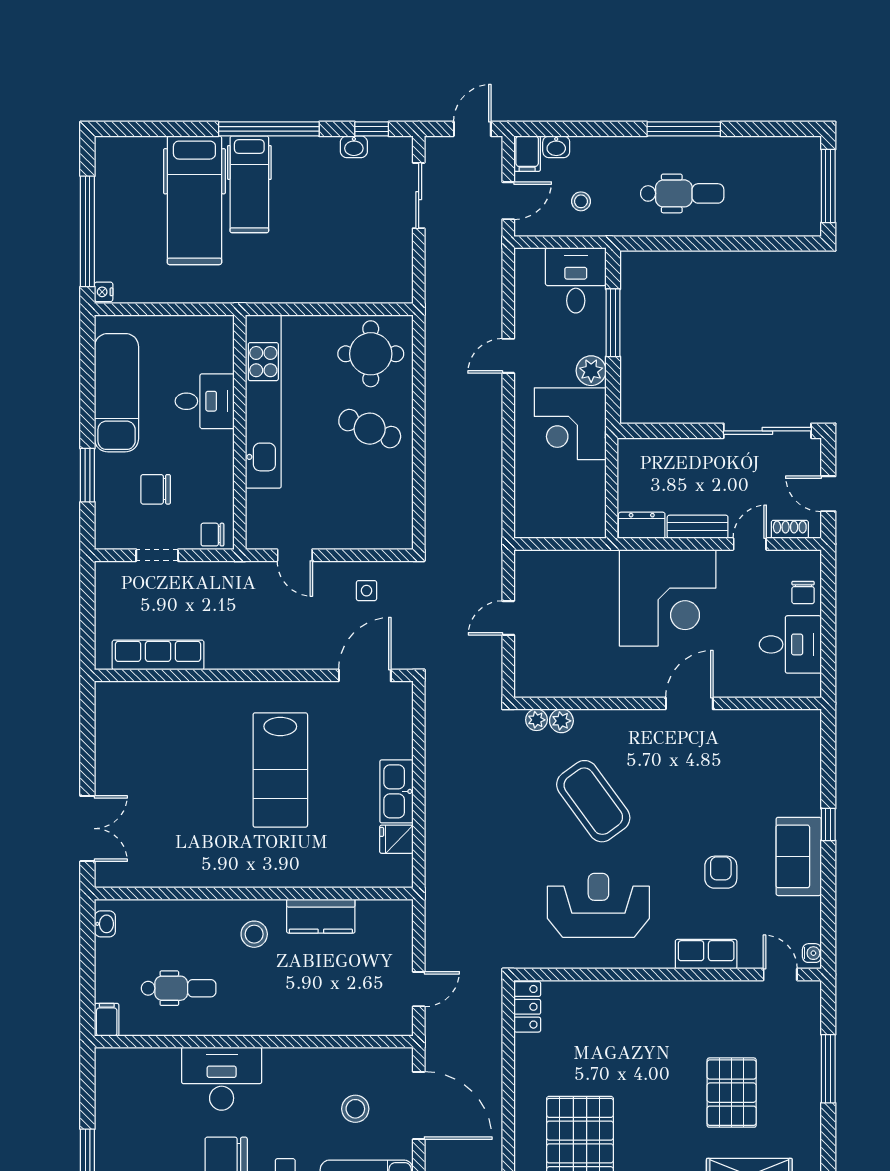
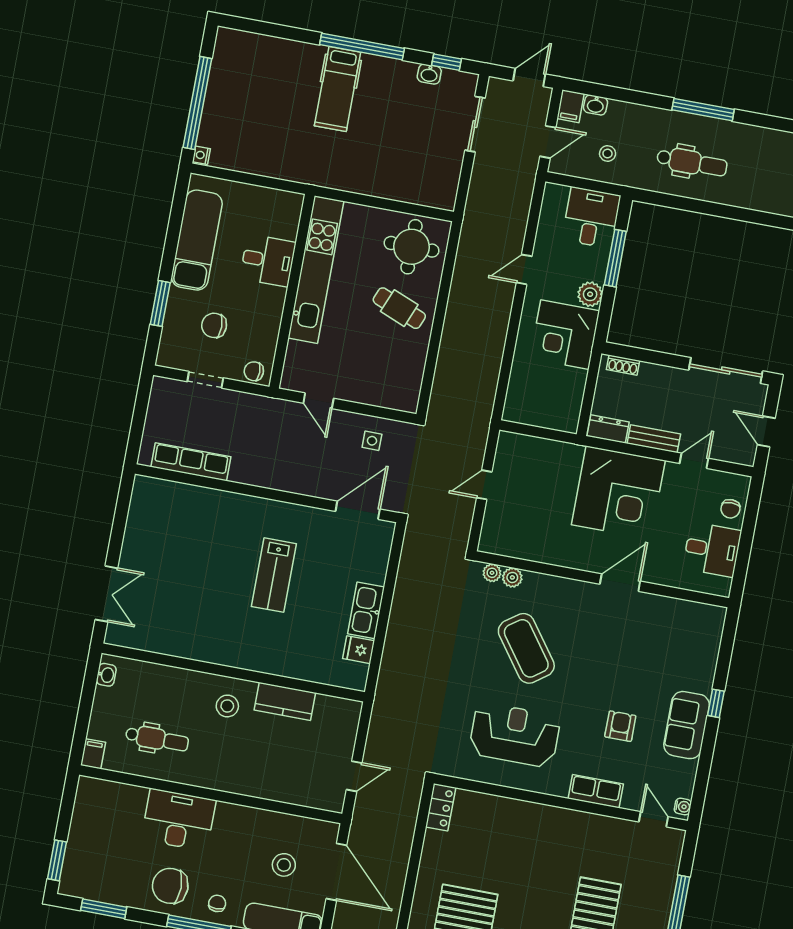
hospital bed: (194, 200) -> (290, 94), removed
shoe rack: (790, 529) -> (623, 365), moved, turned 180
lab bench: (280, 770) -> (274, 575), width x0.73, depth x0.72

